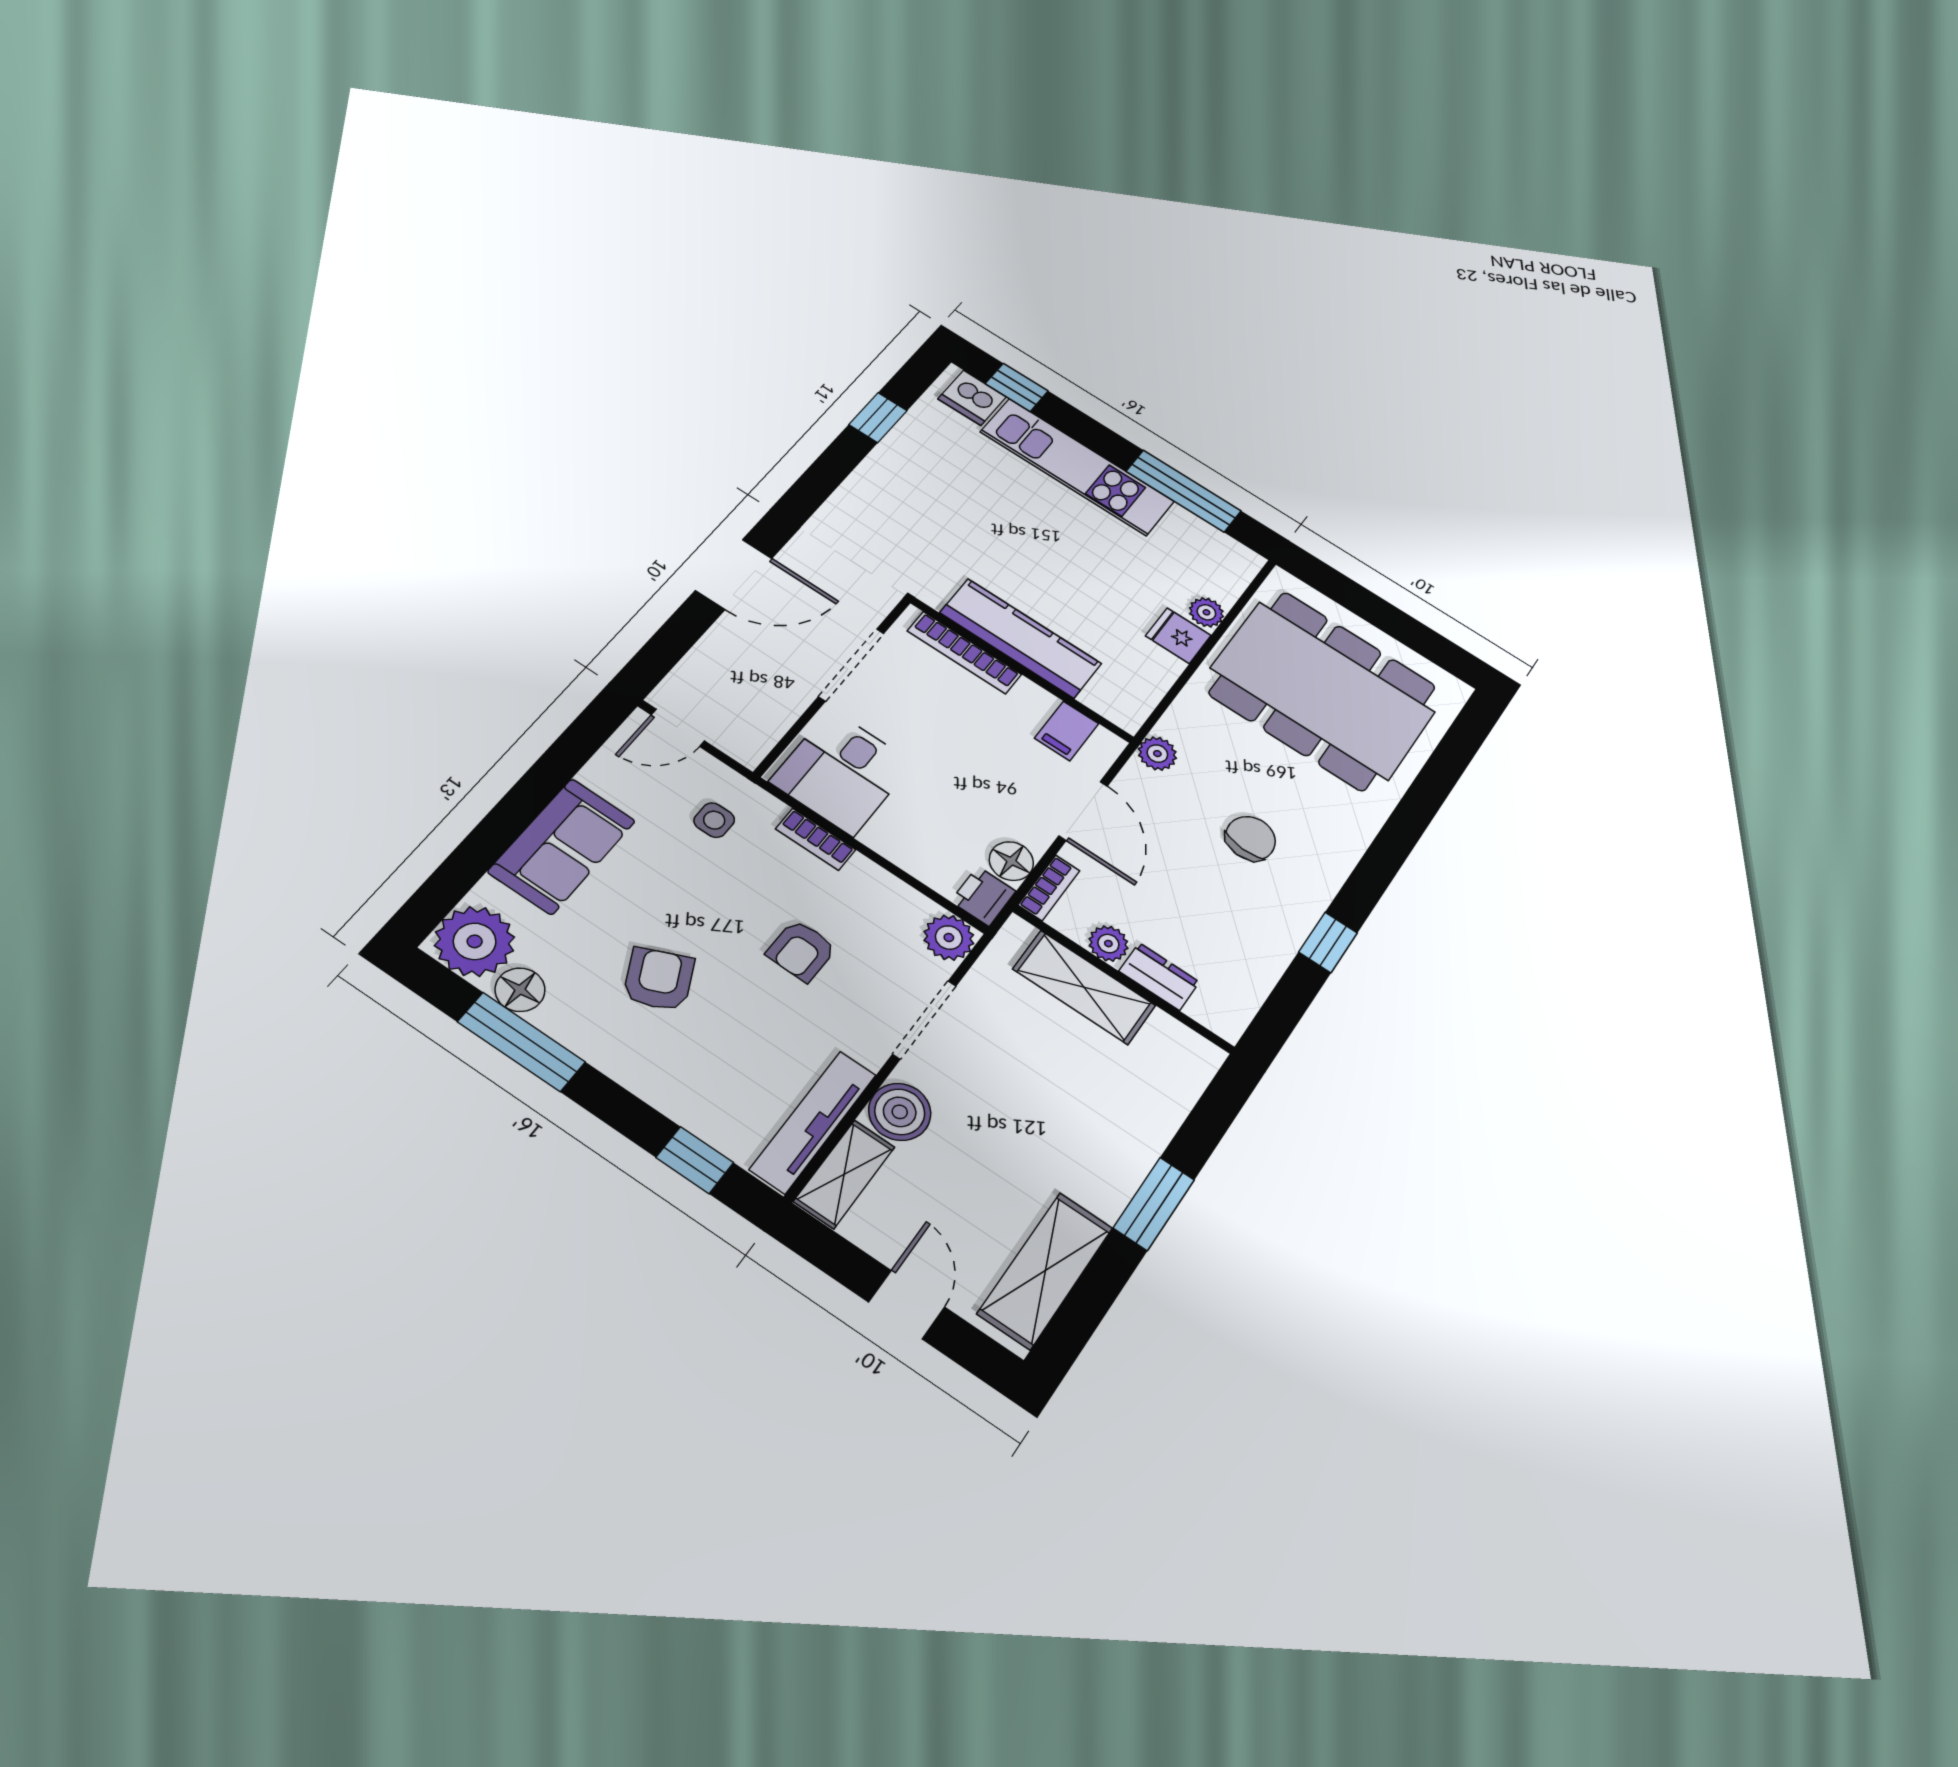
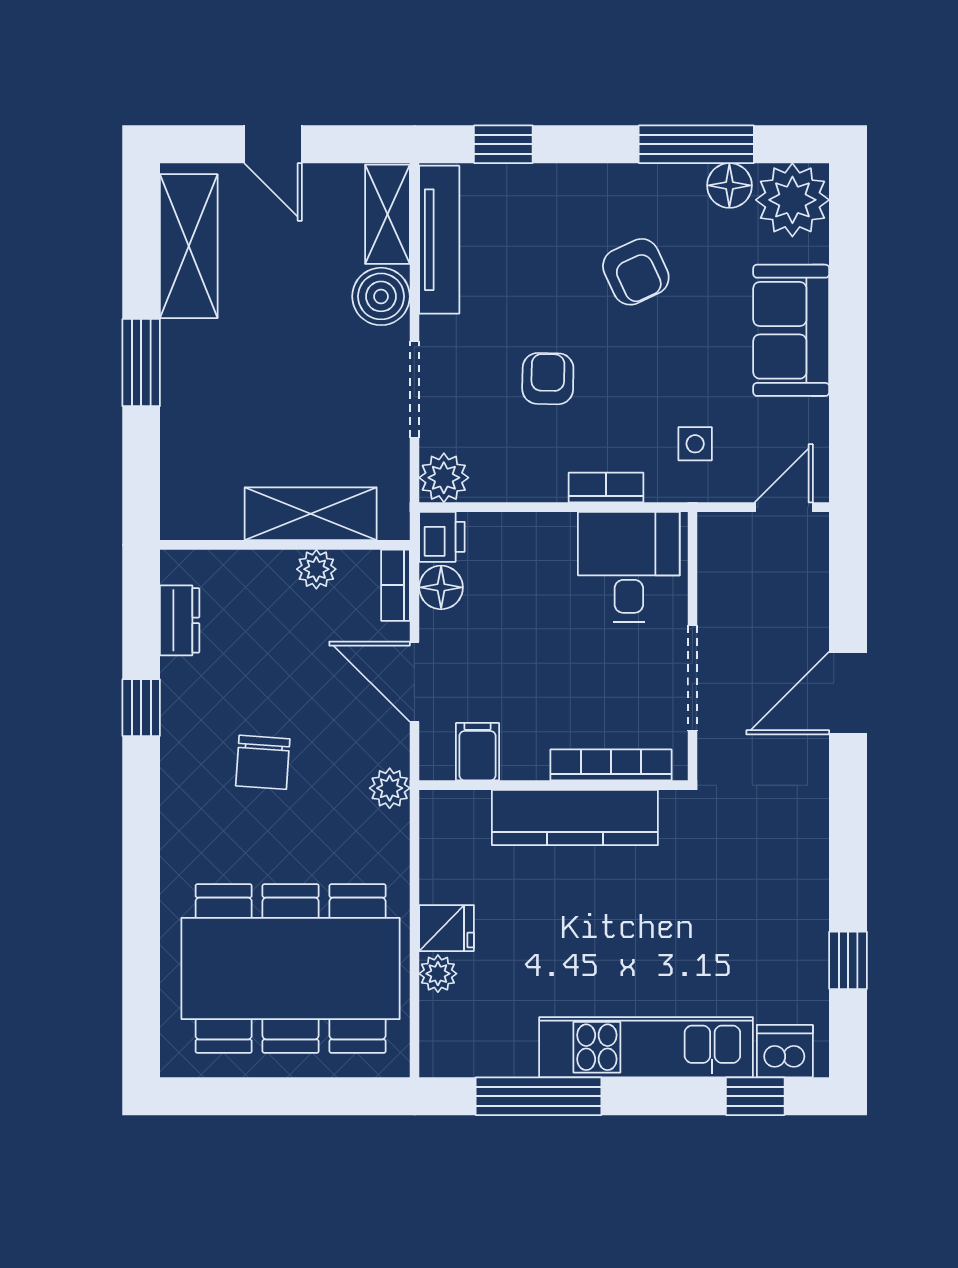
dresser: (1159, 977) -> (180, 620), moved, turned -90

